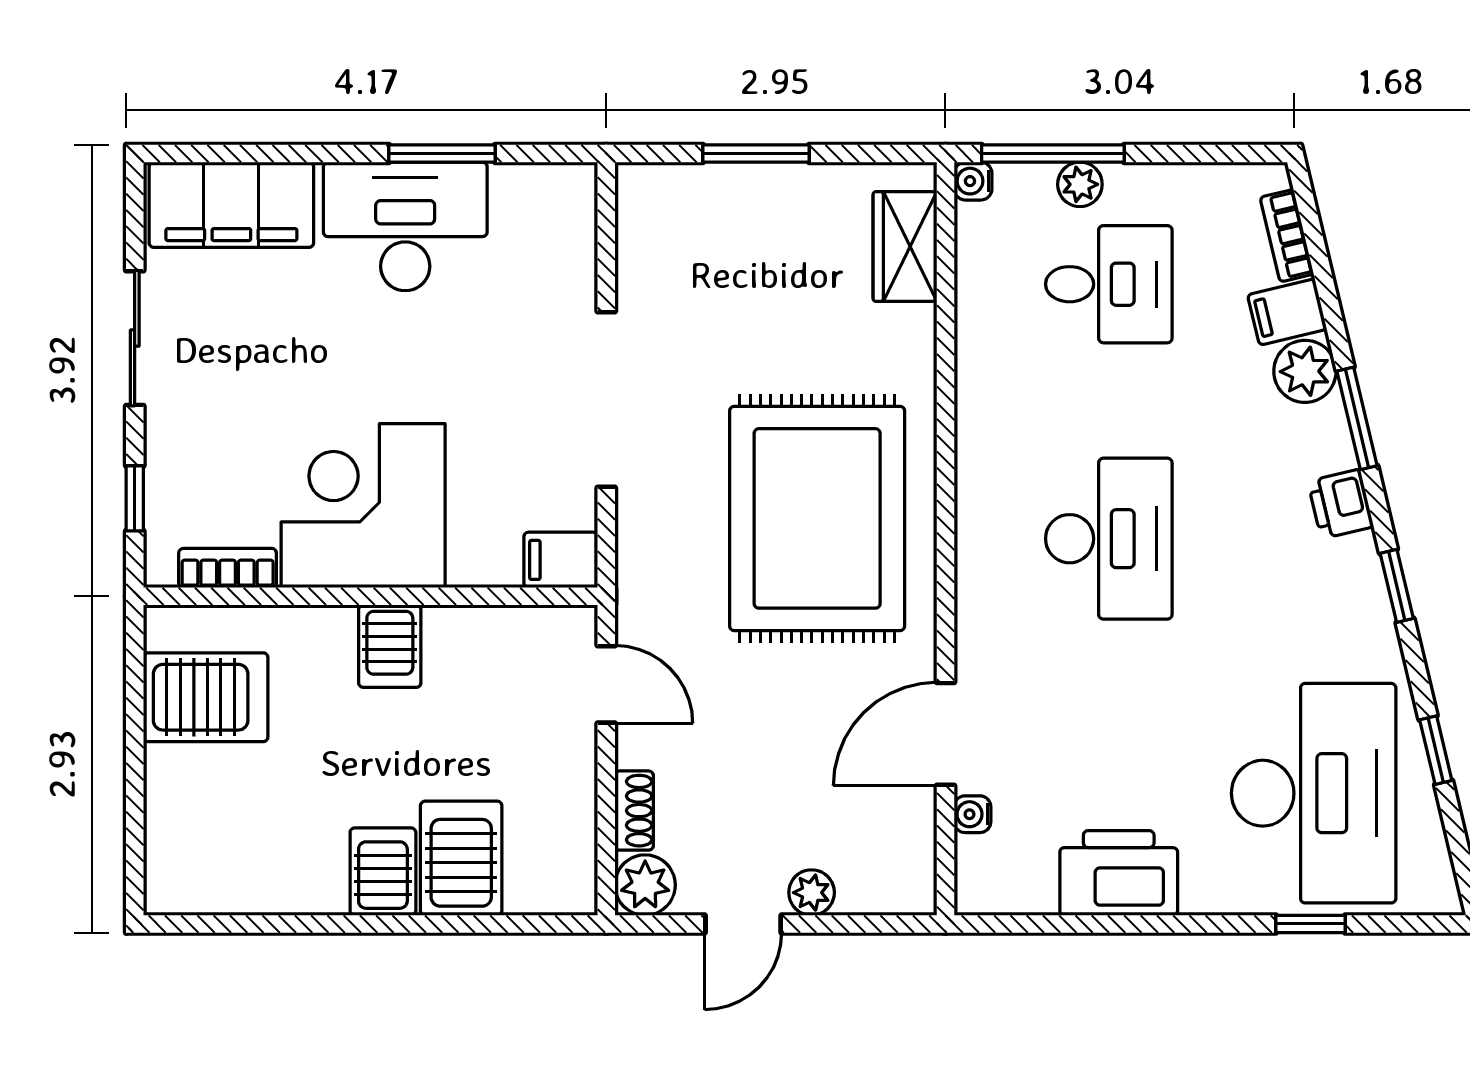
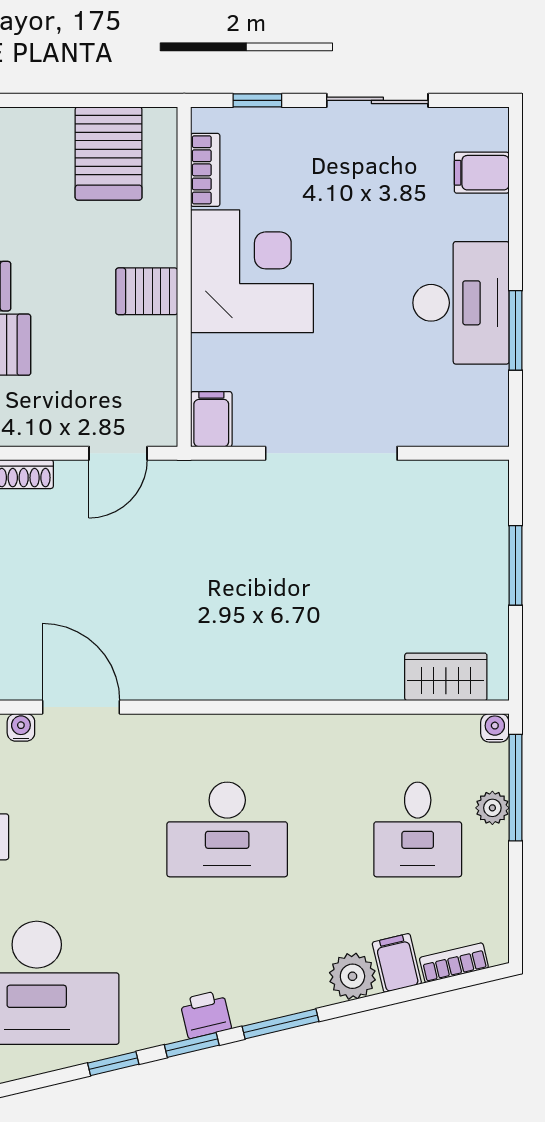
filing cabinet: (231, 205) -> (482, 173), width x0.33, depth x0.86
window: (1357, 418) -> (280, 1024), moved
printer: (1341, 504) -> (206, 1014), moved
rug: (817, 518) -> (242, 611), removed
window: (1436, 750) -> (113, 1064), moved

